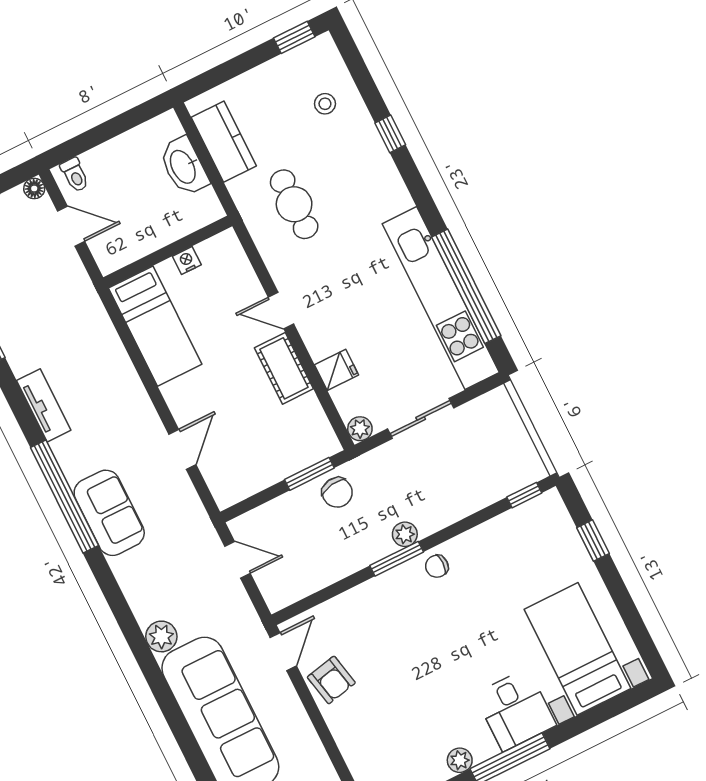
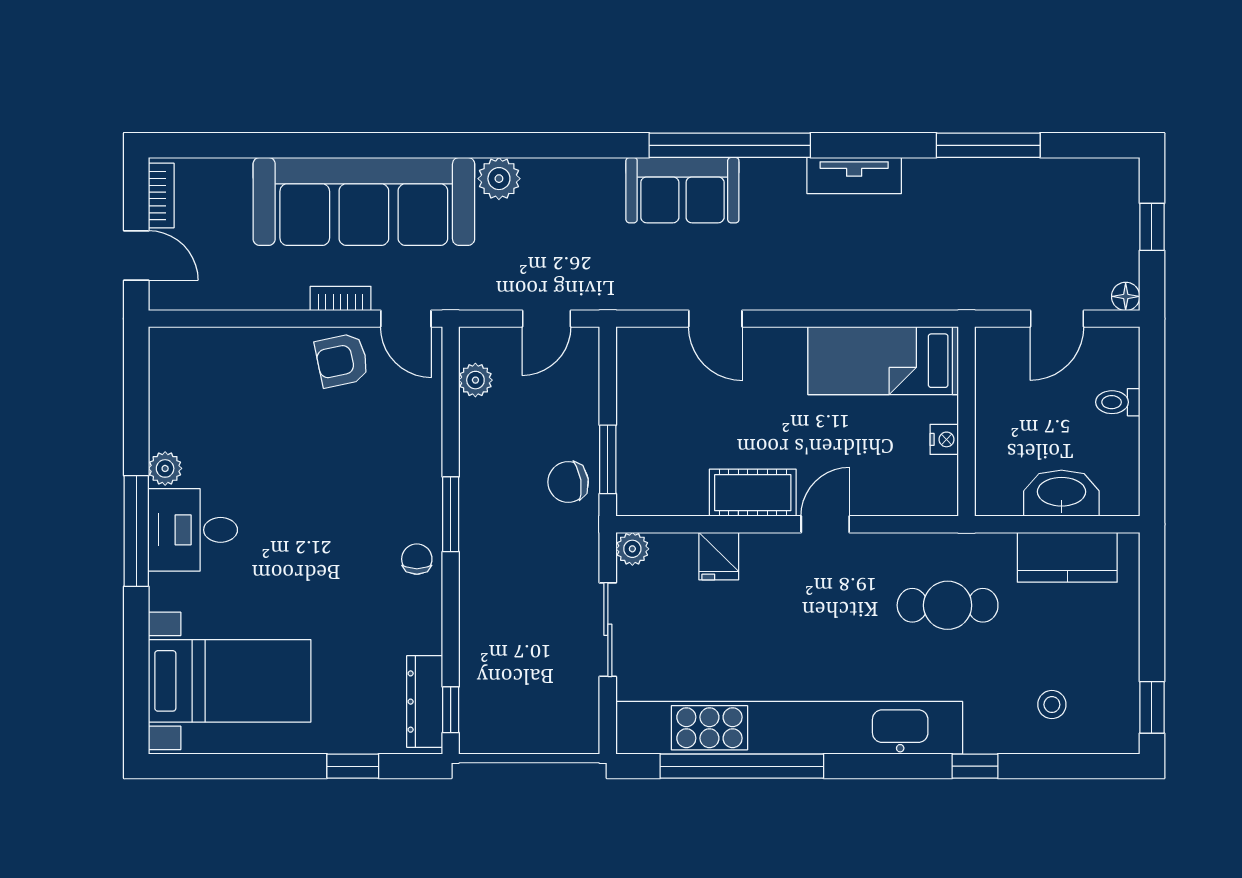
toilet: (75, 175) -> (1118, 402), moved
kitchen unit: (441, 298) -> (789, 728), width x1.36
dresser: (527, 515) -> (425, 702), added
plant: (405, 534) -> (475, 380), moved
bookcase: (291, 701) -> (341, 298), added
desk: (515, 710) -> (193, 530), moved

